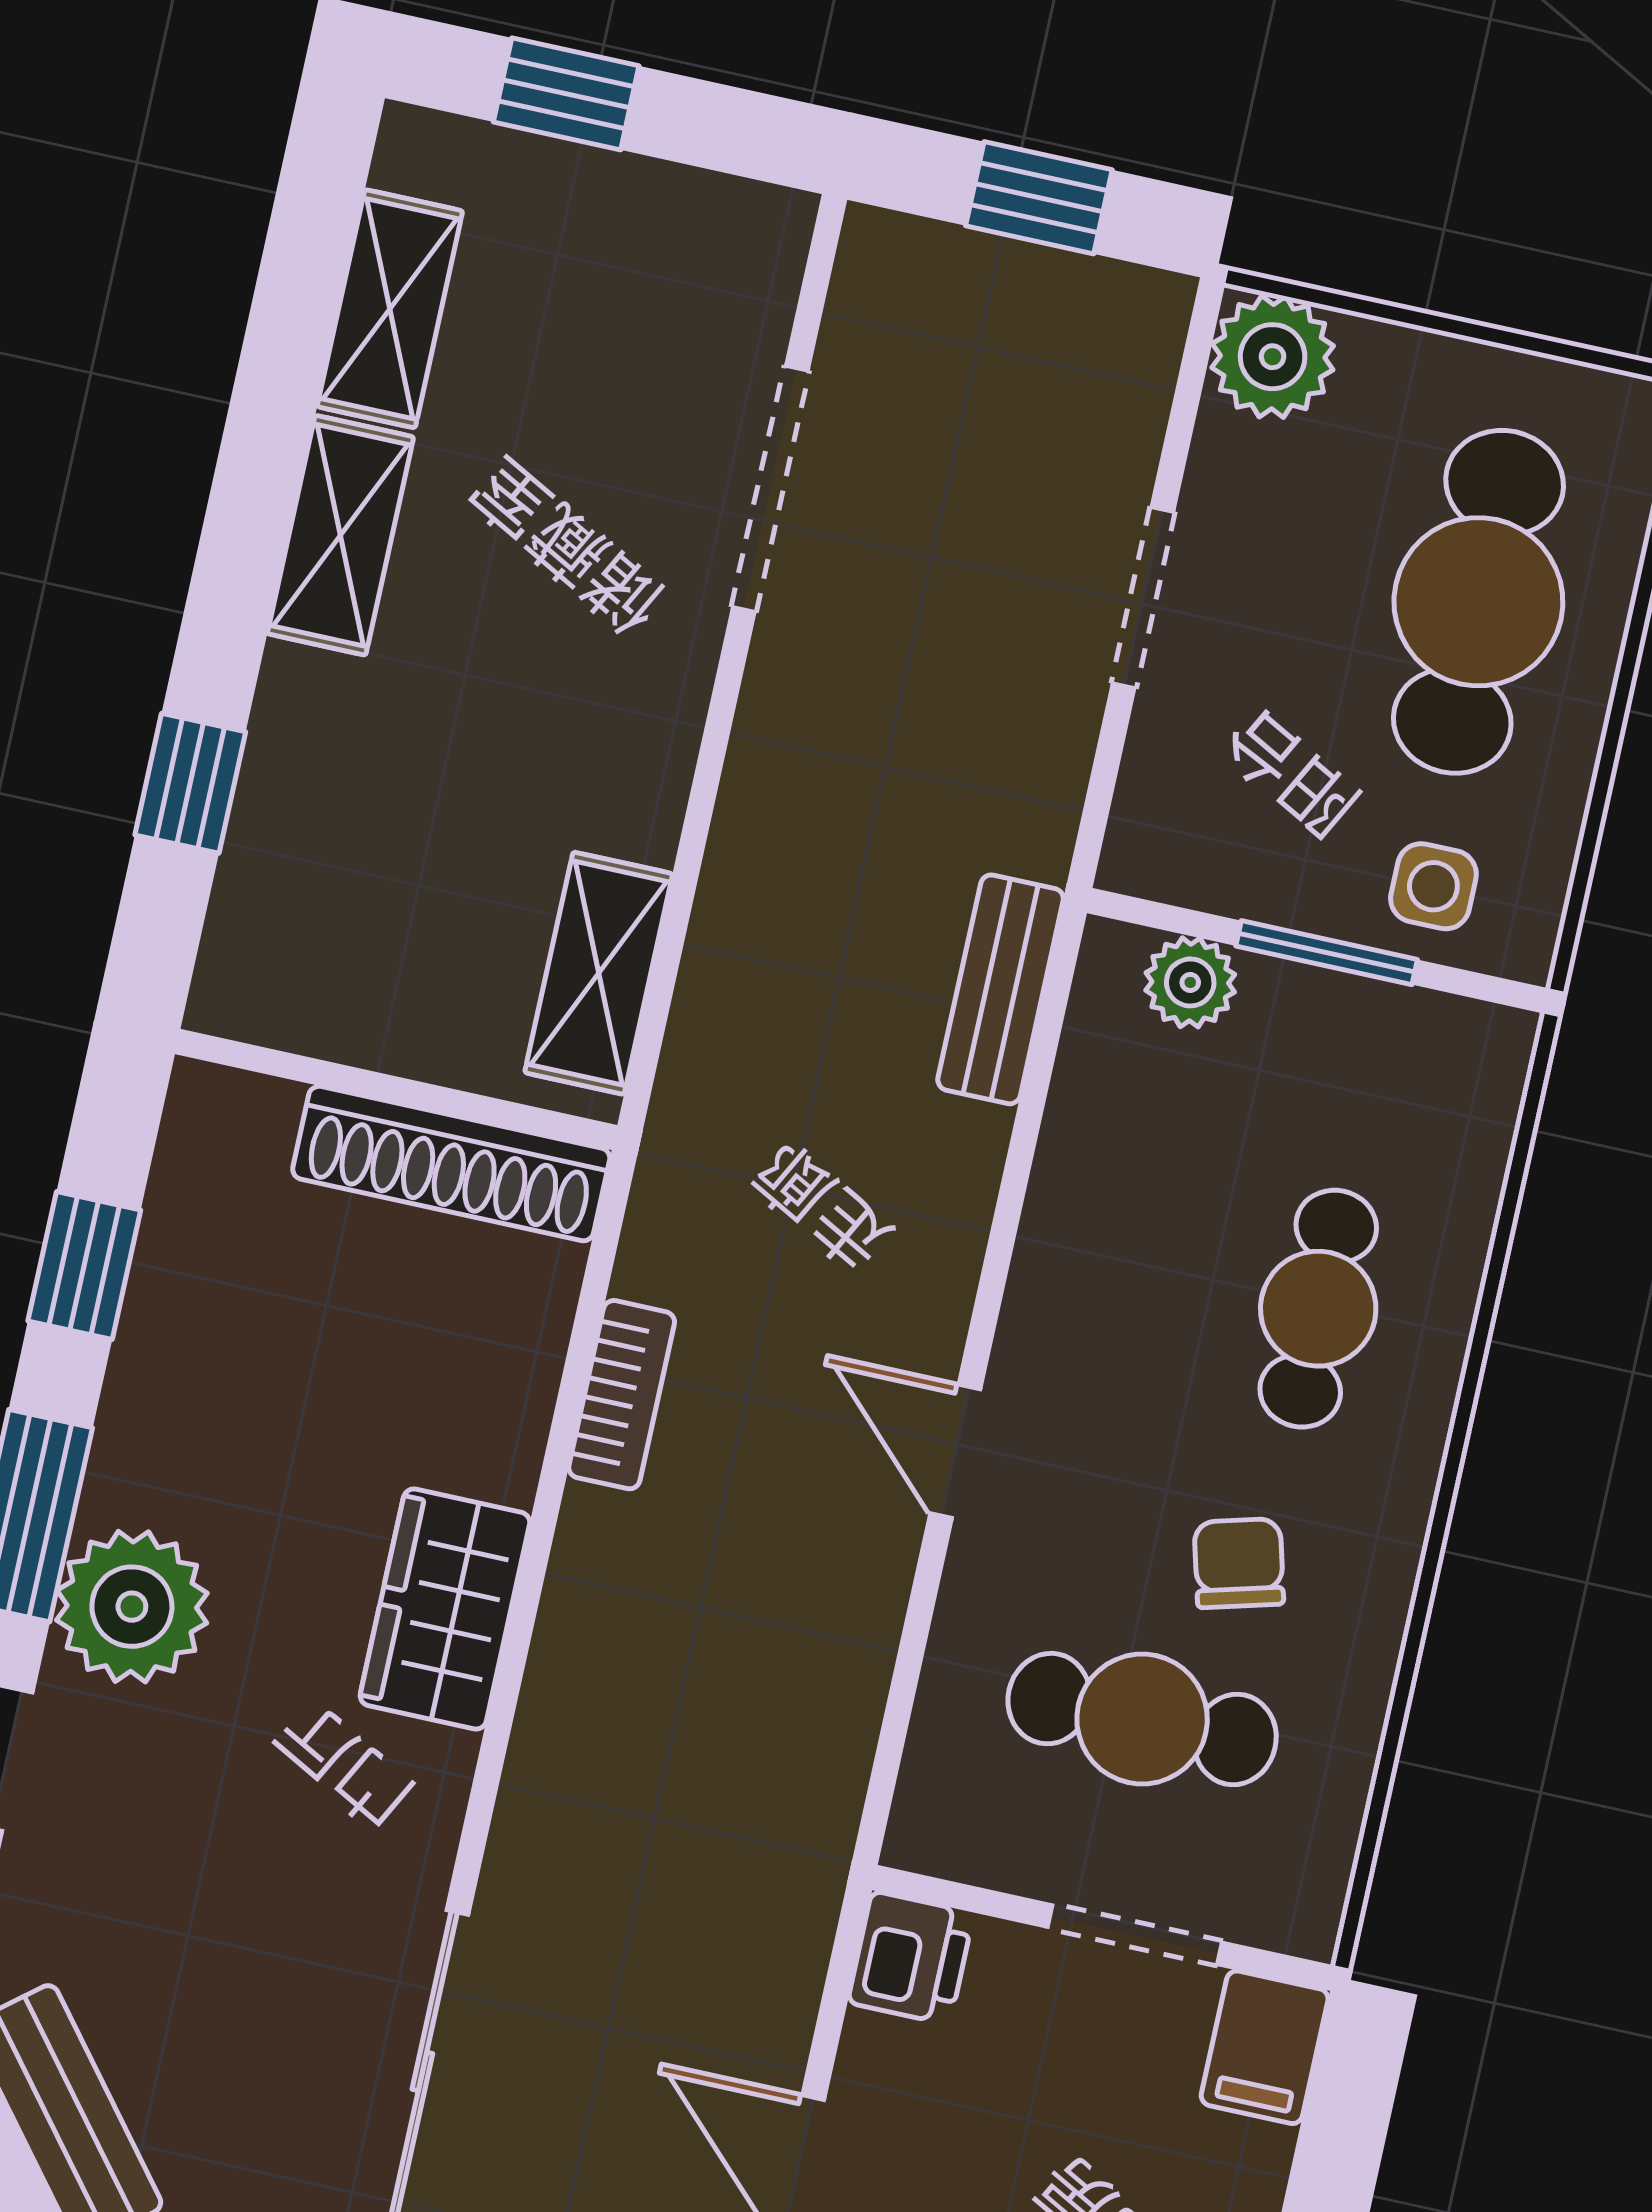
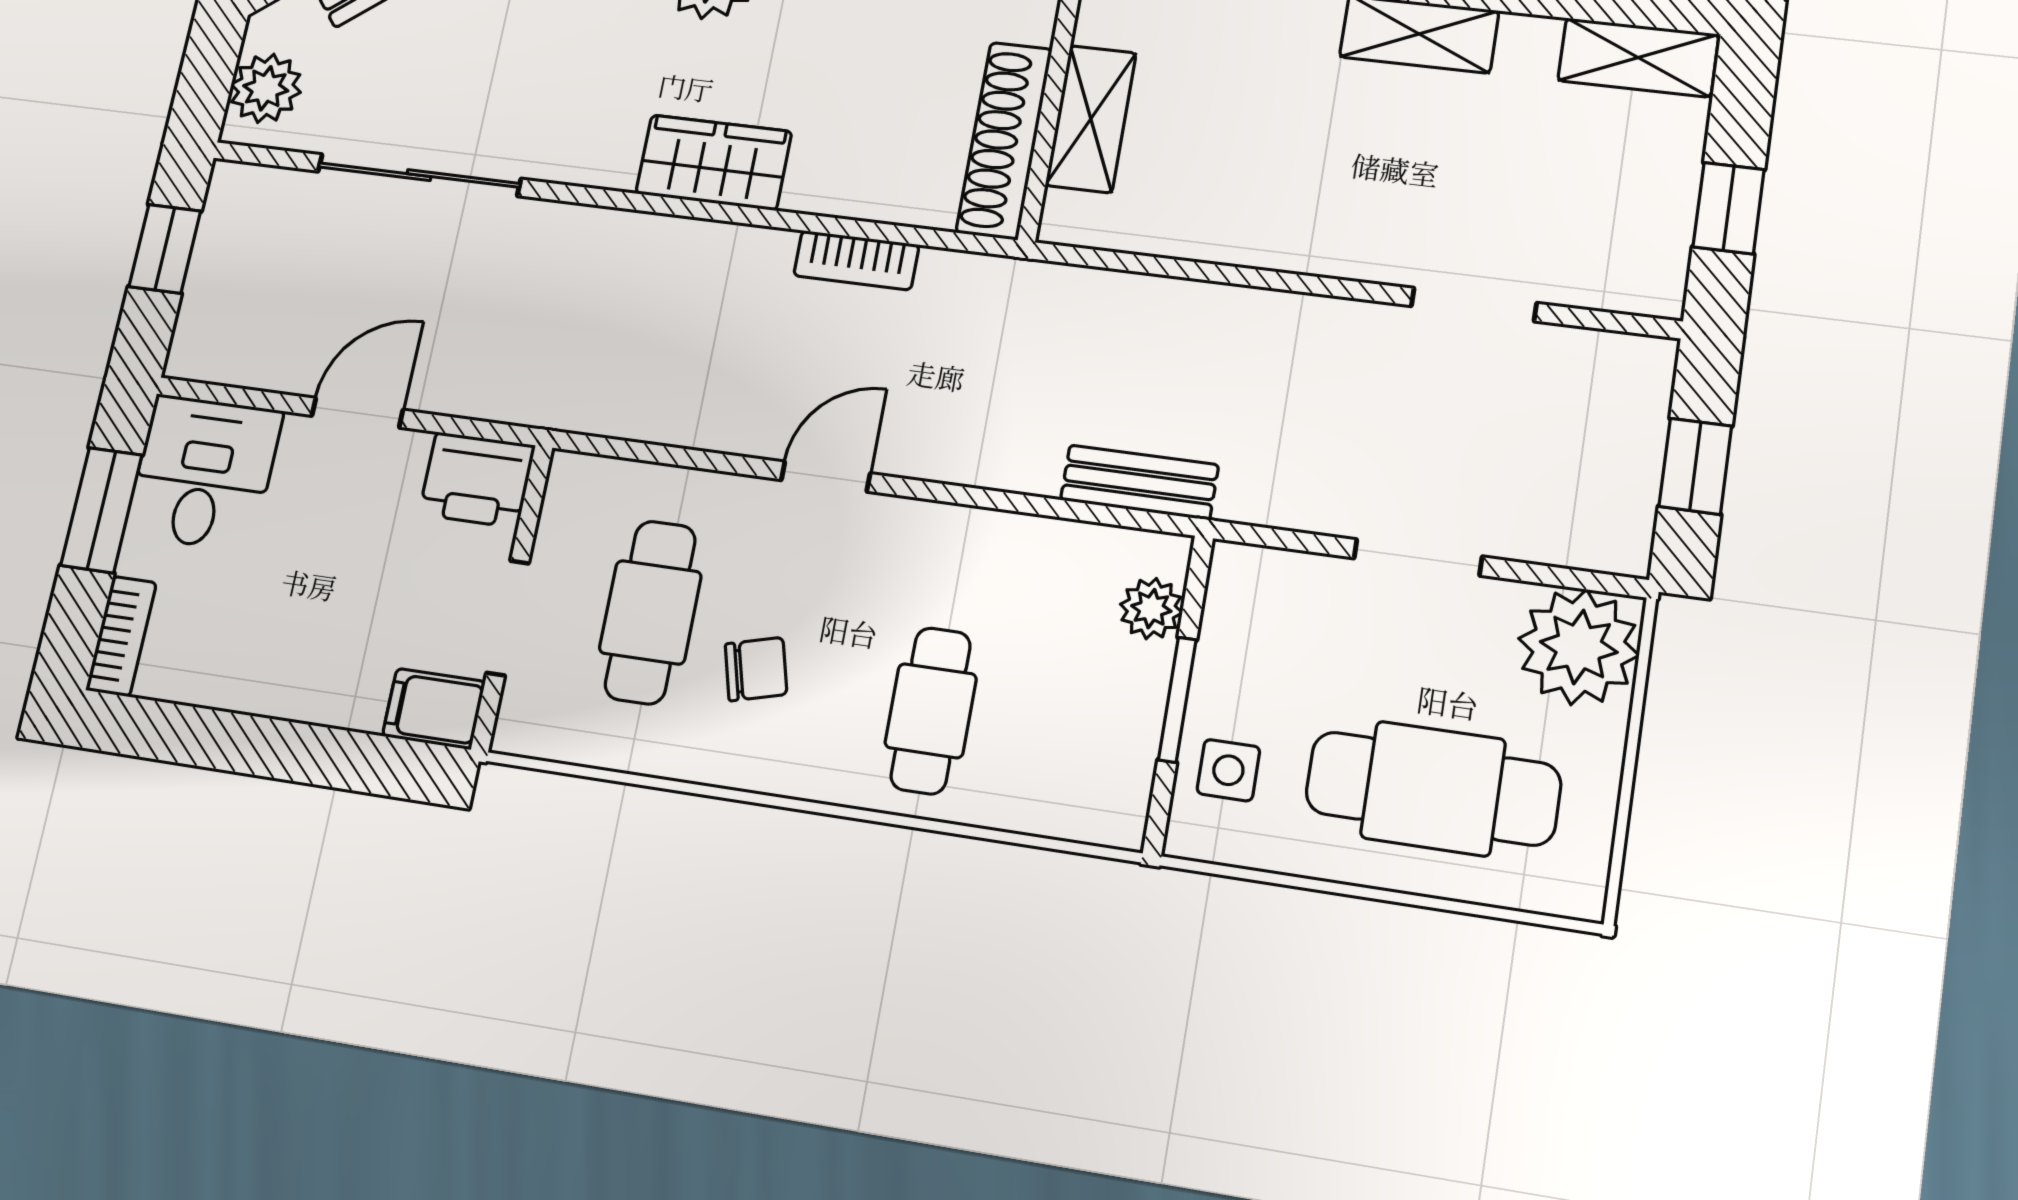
window: (566, 94) -> (1729, 208), moved
shelving: (390, 309) -> (1638, 57), moved
plant: (1273, 357) -> (1579, 647), width x1.36, depth x1.36
doorway: (770, 489) -> (1474, 305), width x0.73
shelving: (599, 973) -> (1091, 119), moved, turned 90
cafe table: (1318, 1309) -> (931, 711), turned 90
printer: (911, 1958) -> (477, 480), width x1.36, depth x1.24

